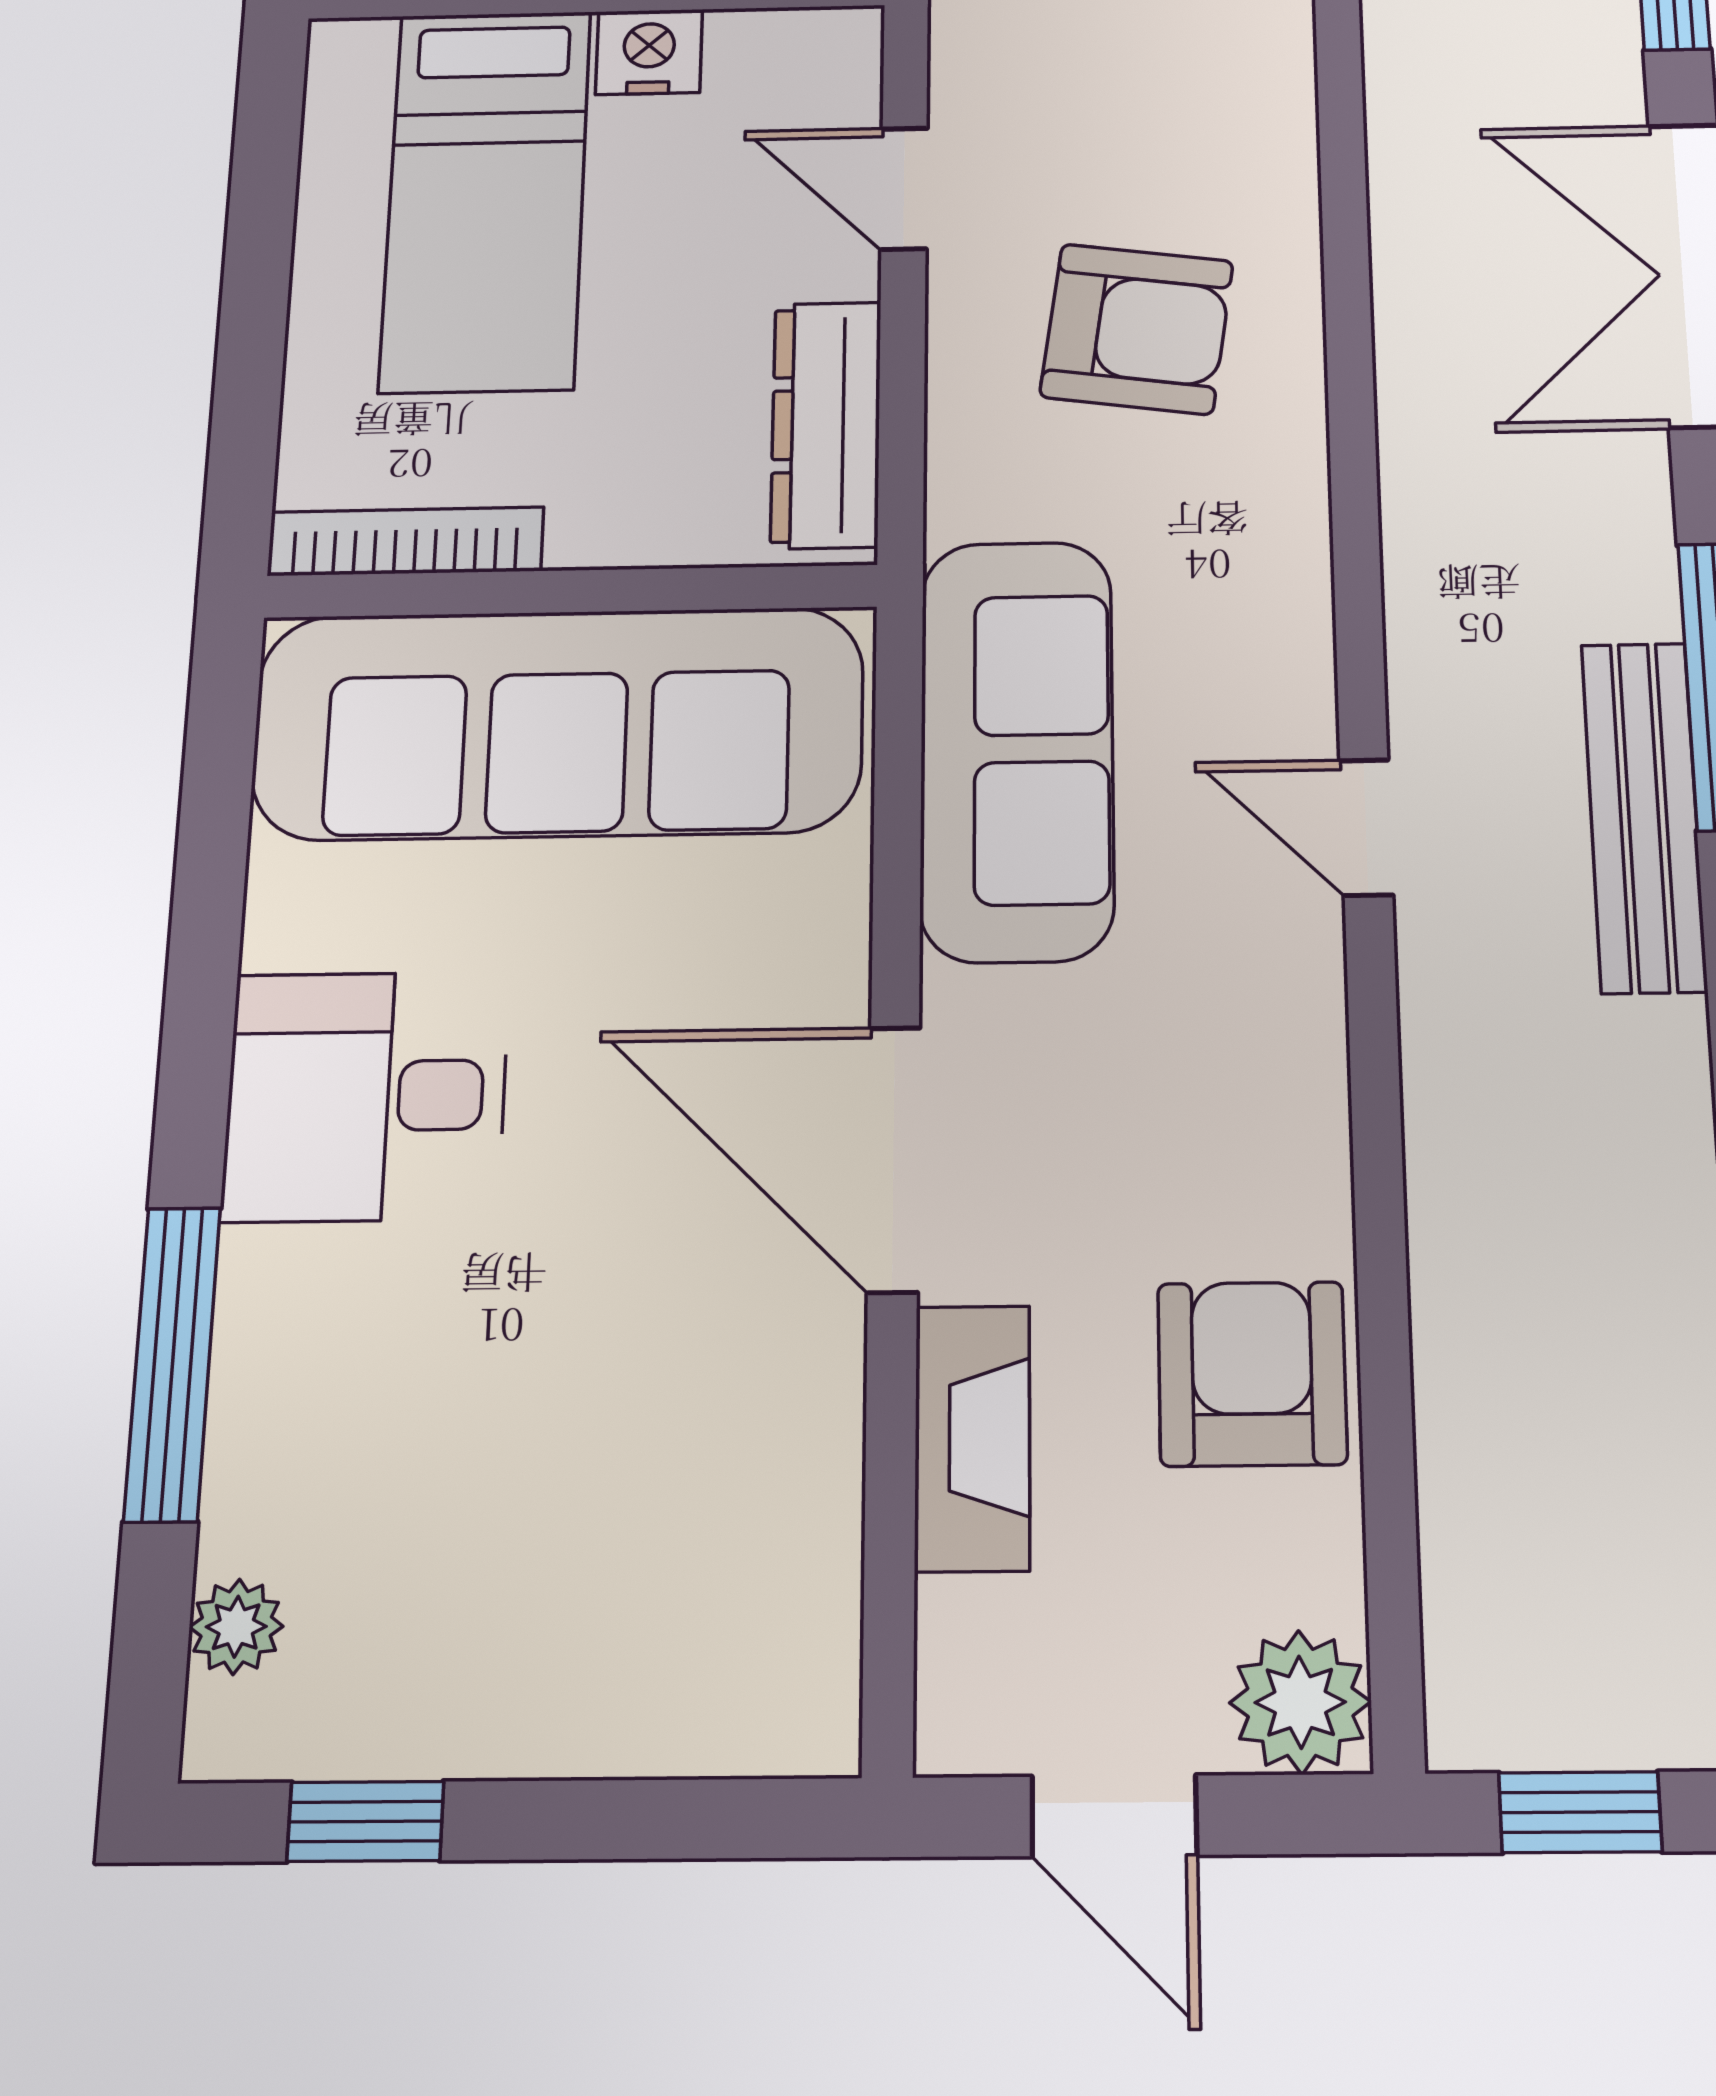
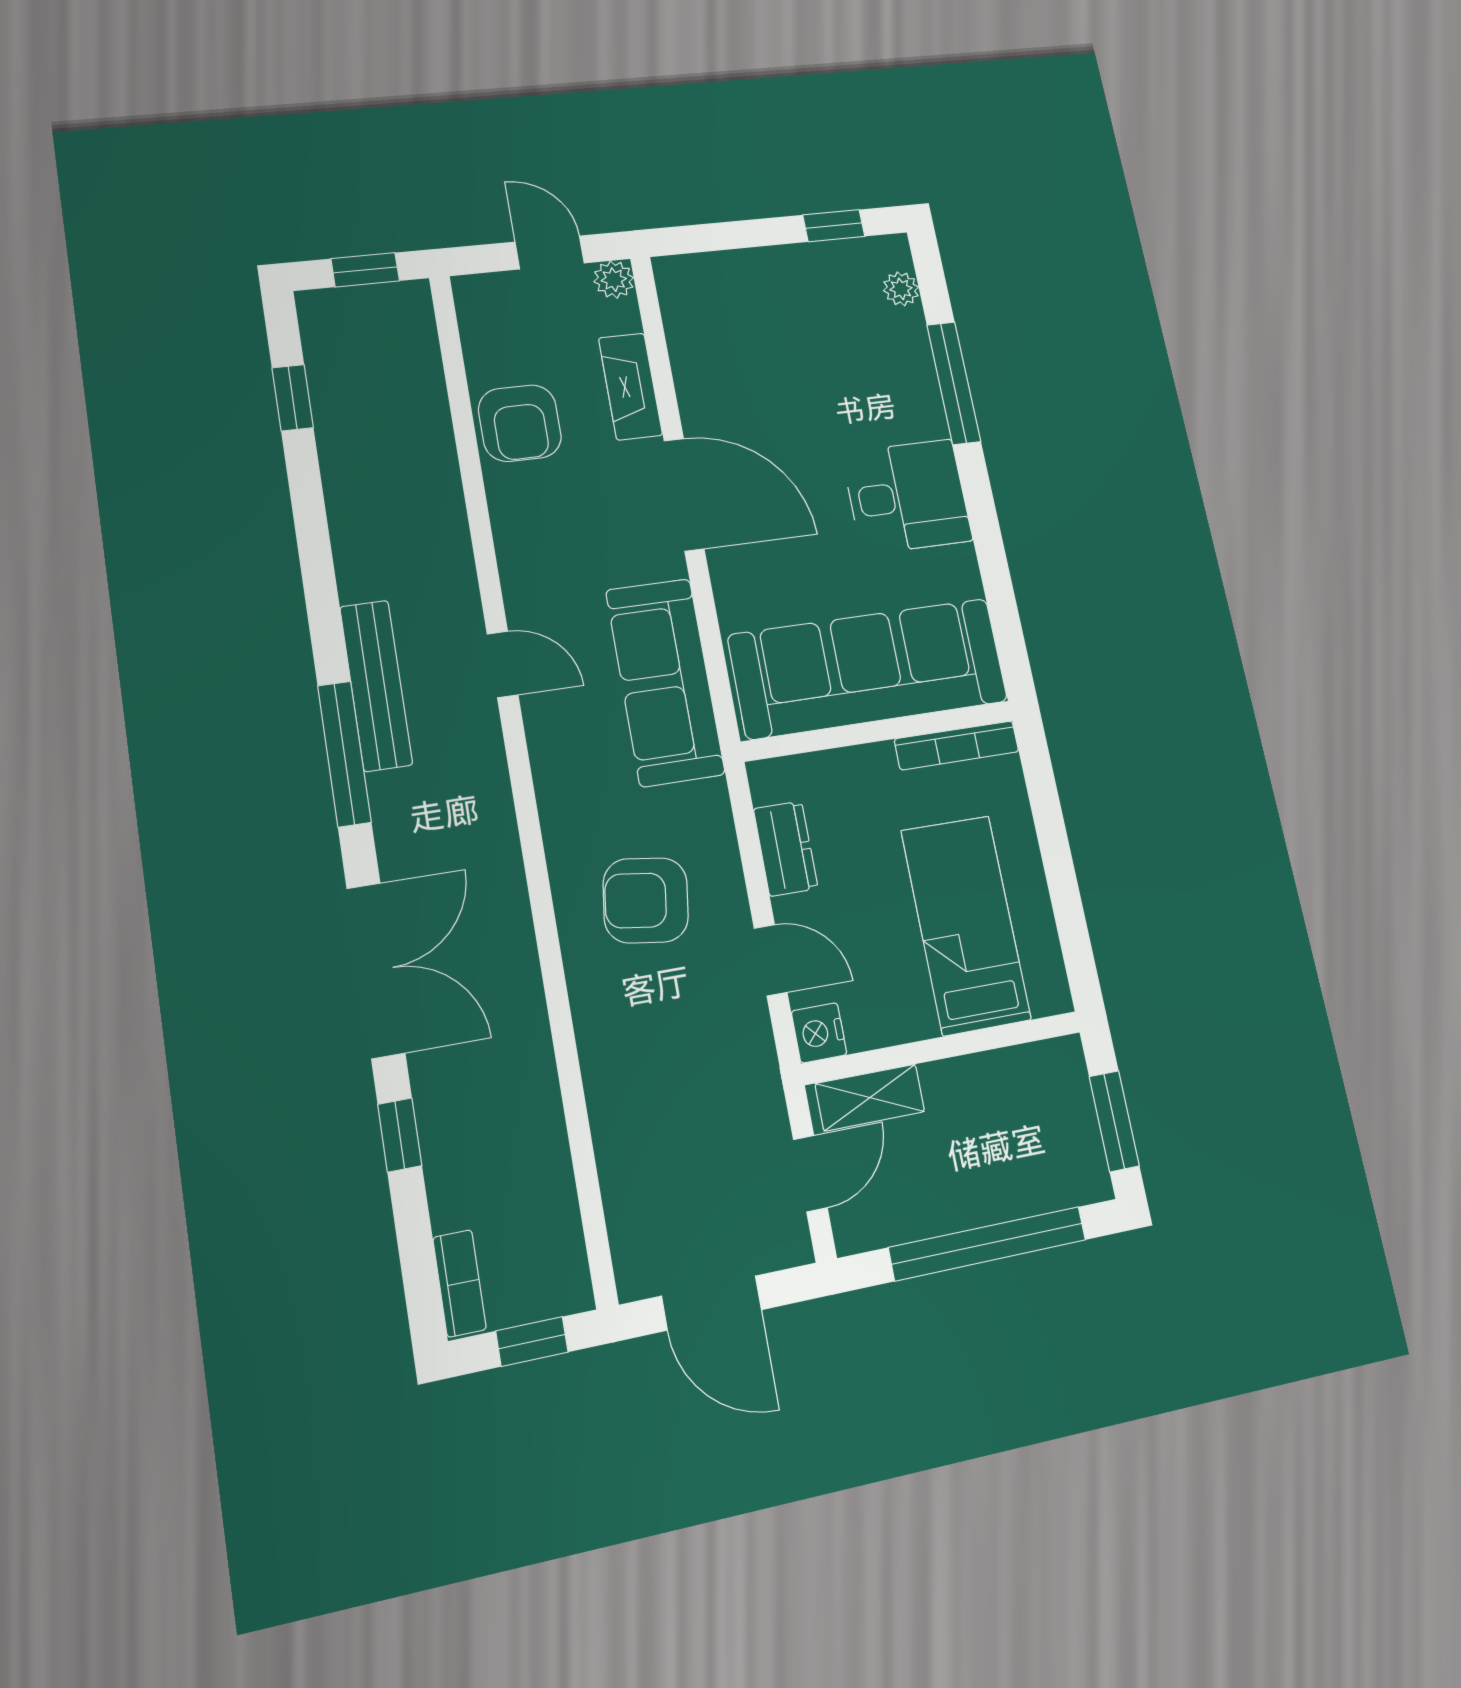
nightstand: (649, 52) -> (819, 1033), moved, turned 90
dresser: (826, 424) -> (786, 849), width x0.70
plant: (1300, 1702) -> (614, 280), moved, width x0.73, depth x0.73

